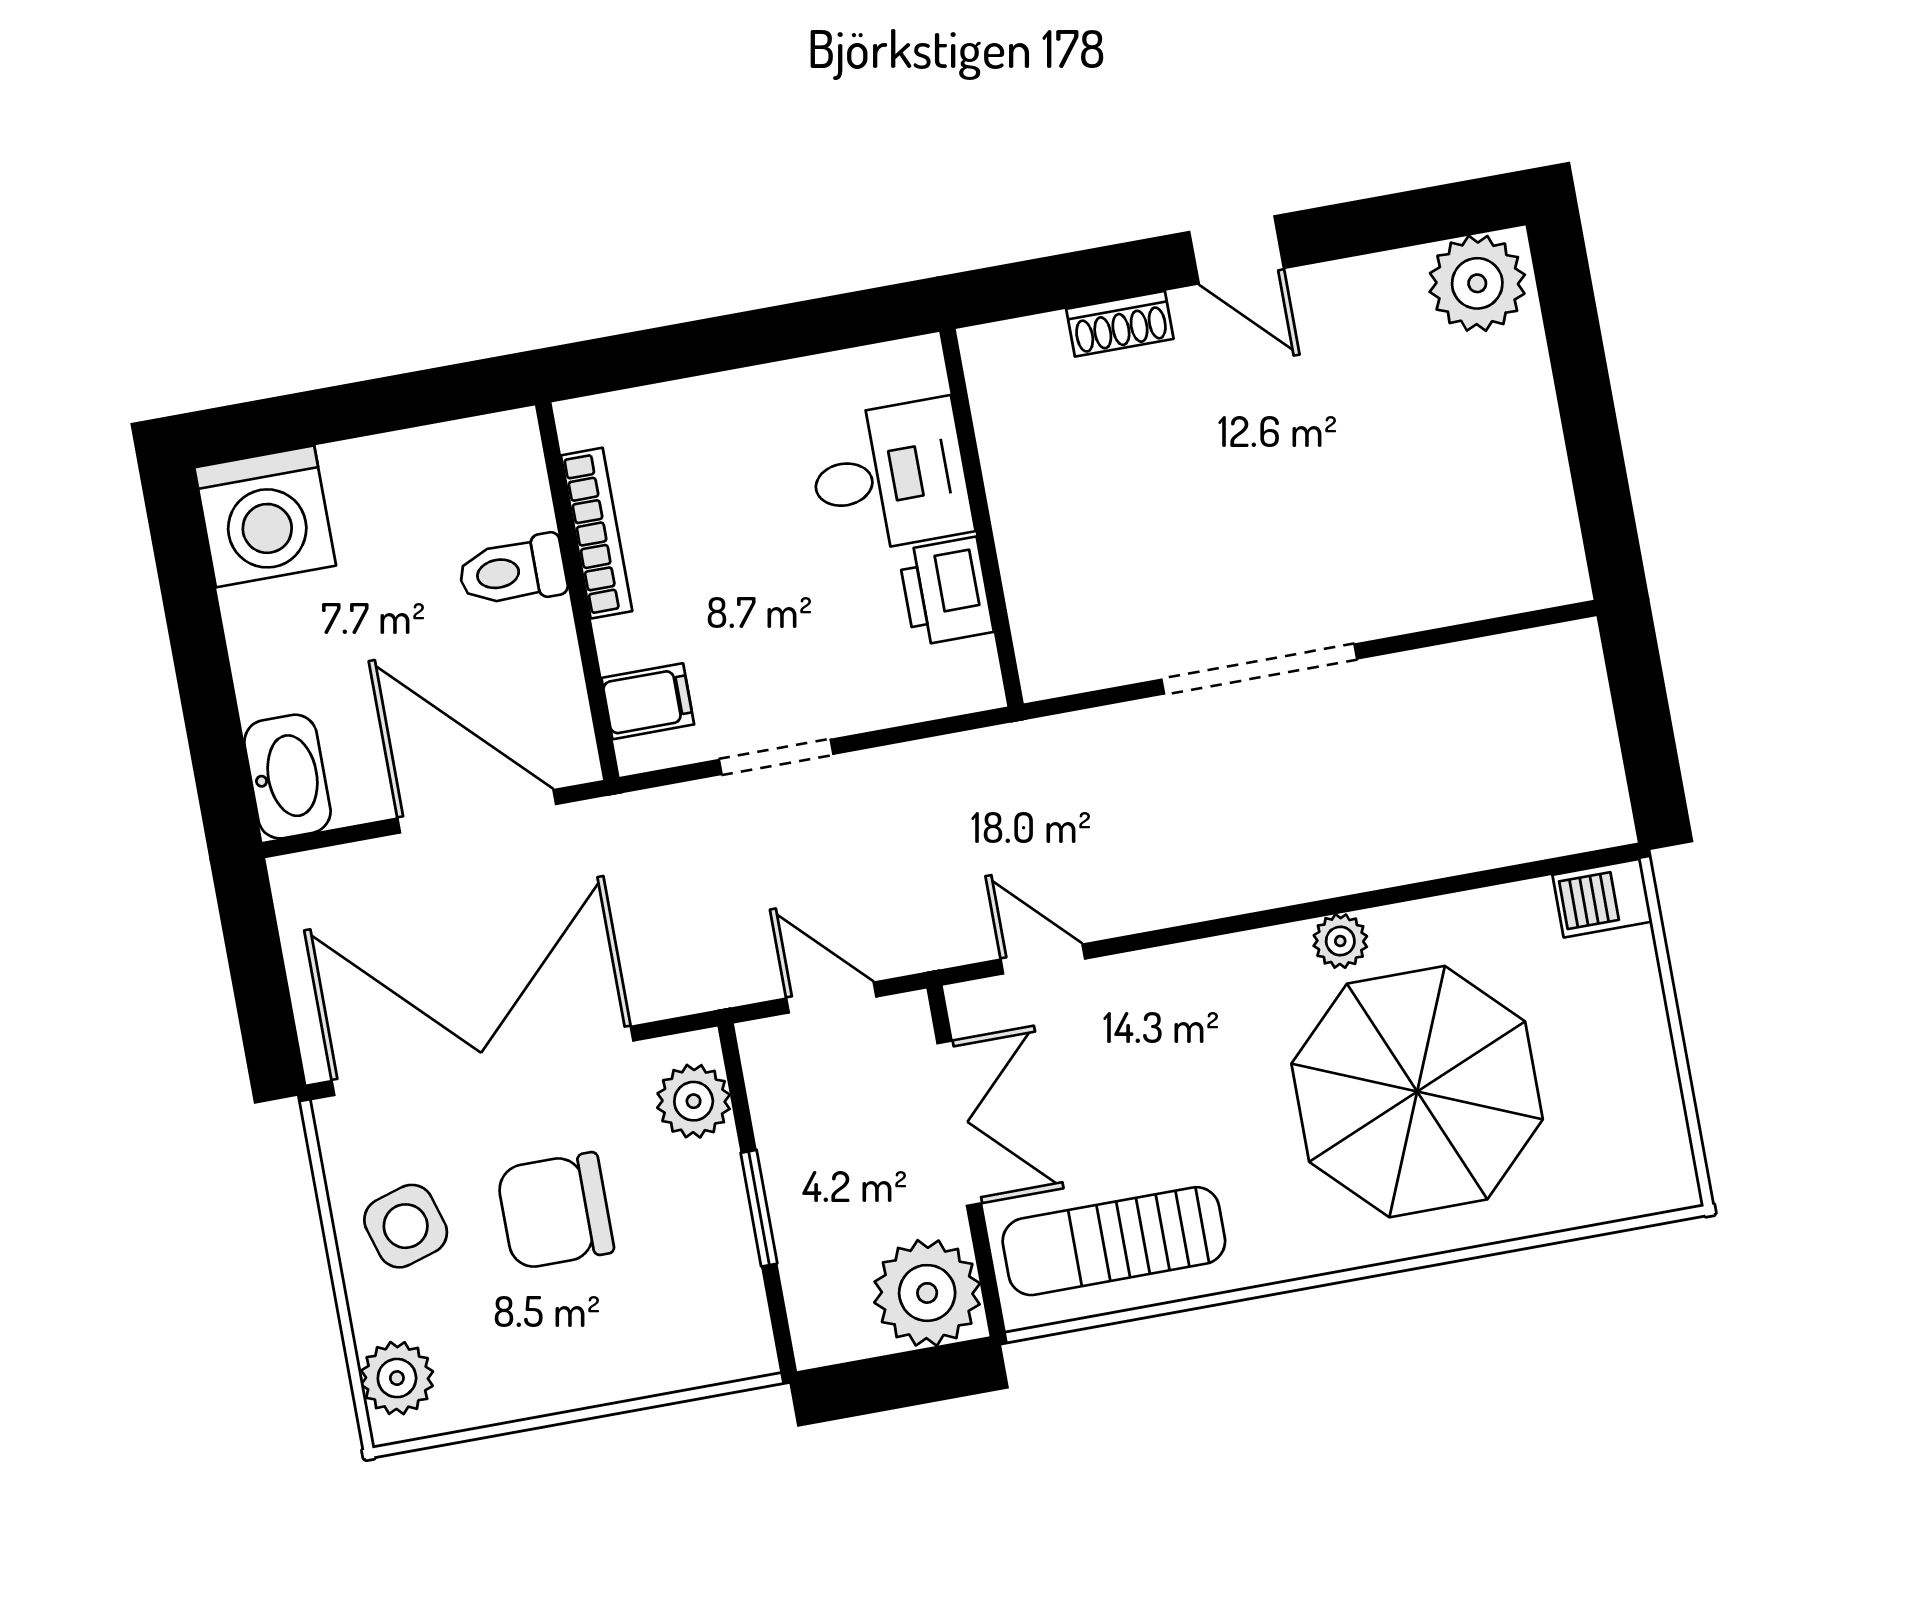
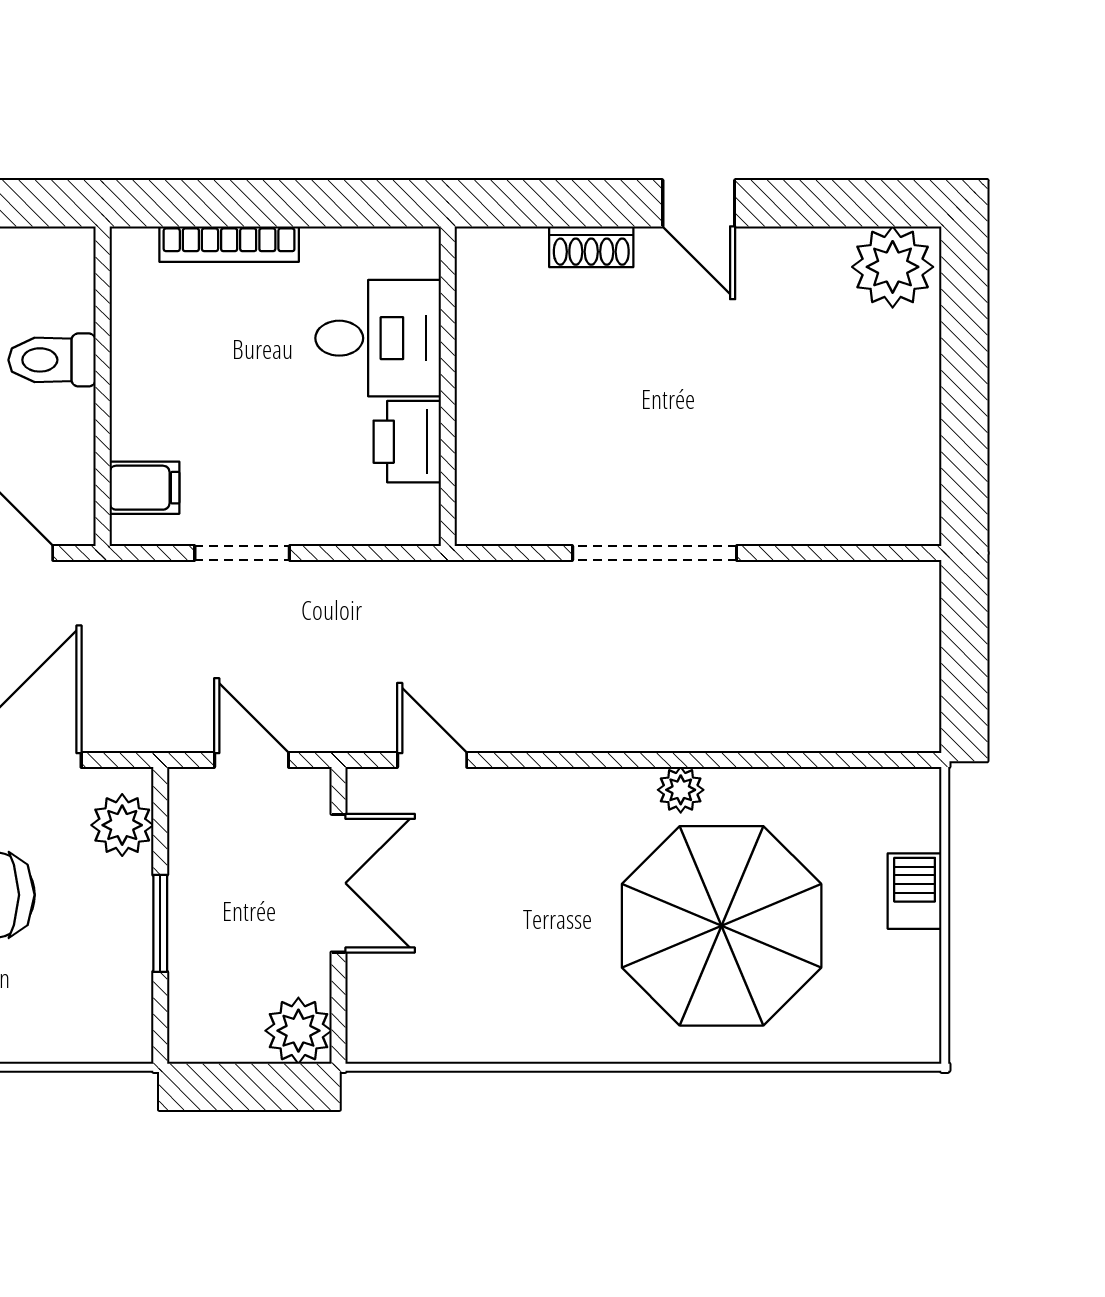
bookcase: (597, 533) -> (229, 244), moved, turned 90
barbecue: (1602, 898) -> (915, 891), moved, turned 90
sun lounger: (1114, 1241) -> (449, 1004), removed
plant: (927, 1293) -> (298, 1031), width x0.73, depth x0.73

